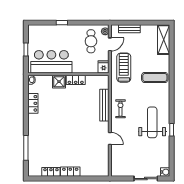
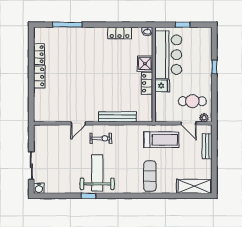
fridge: (104, 67) -> (162, 86), moved
exercise bike: (120, 109) -> (101, 138), moved
weight bench: (152, 122) -> (97, 173), turned -90

